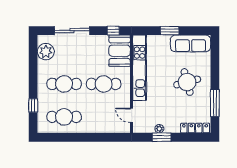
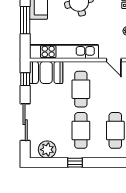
window: (170, 31) -> (25, 20), width x1.44
window: (33, 105) -> (75, 163), moved
door: (131, 115) -> (114, 60), hinge flipped

